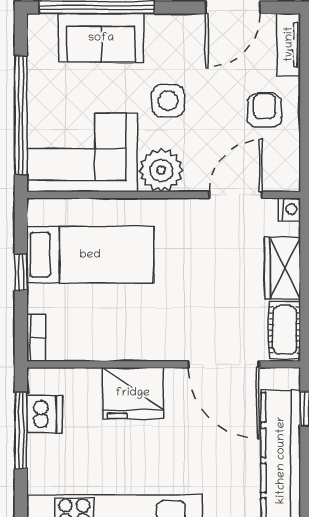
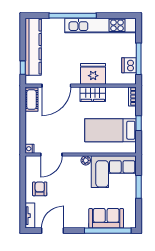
side table: (168, 101) -> (79, 193), removed
armchair: (264, 110) -> (40, 189), turned 180
window: (21, 115) -> (139, 187), width x0.47
plant: (161, 170) -> (86, 160), width x0.53, depth x0.53
wardrobe: (282, 268) -> (93, 94), moved, turned 90
door: (224, 364) -> (56, 86), swing flipped

